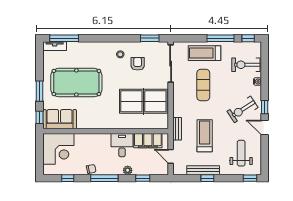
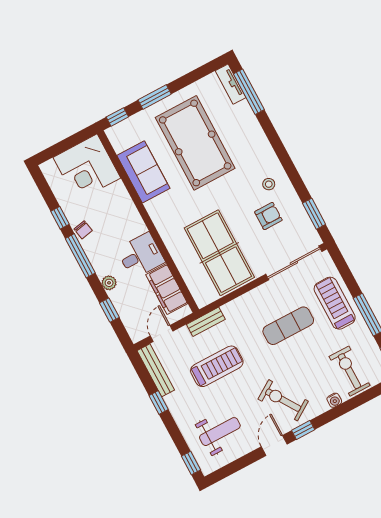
sofa: (60, 119) -> (143, 172), moved
bench: (203, 170) -> (156, 370), moved
window: (68, 178) -> (60, 218), moved

